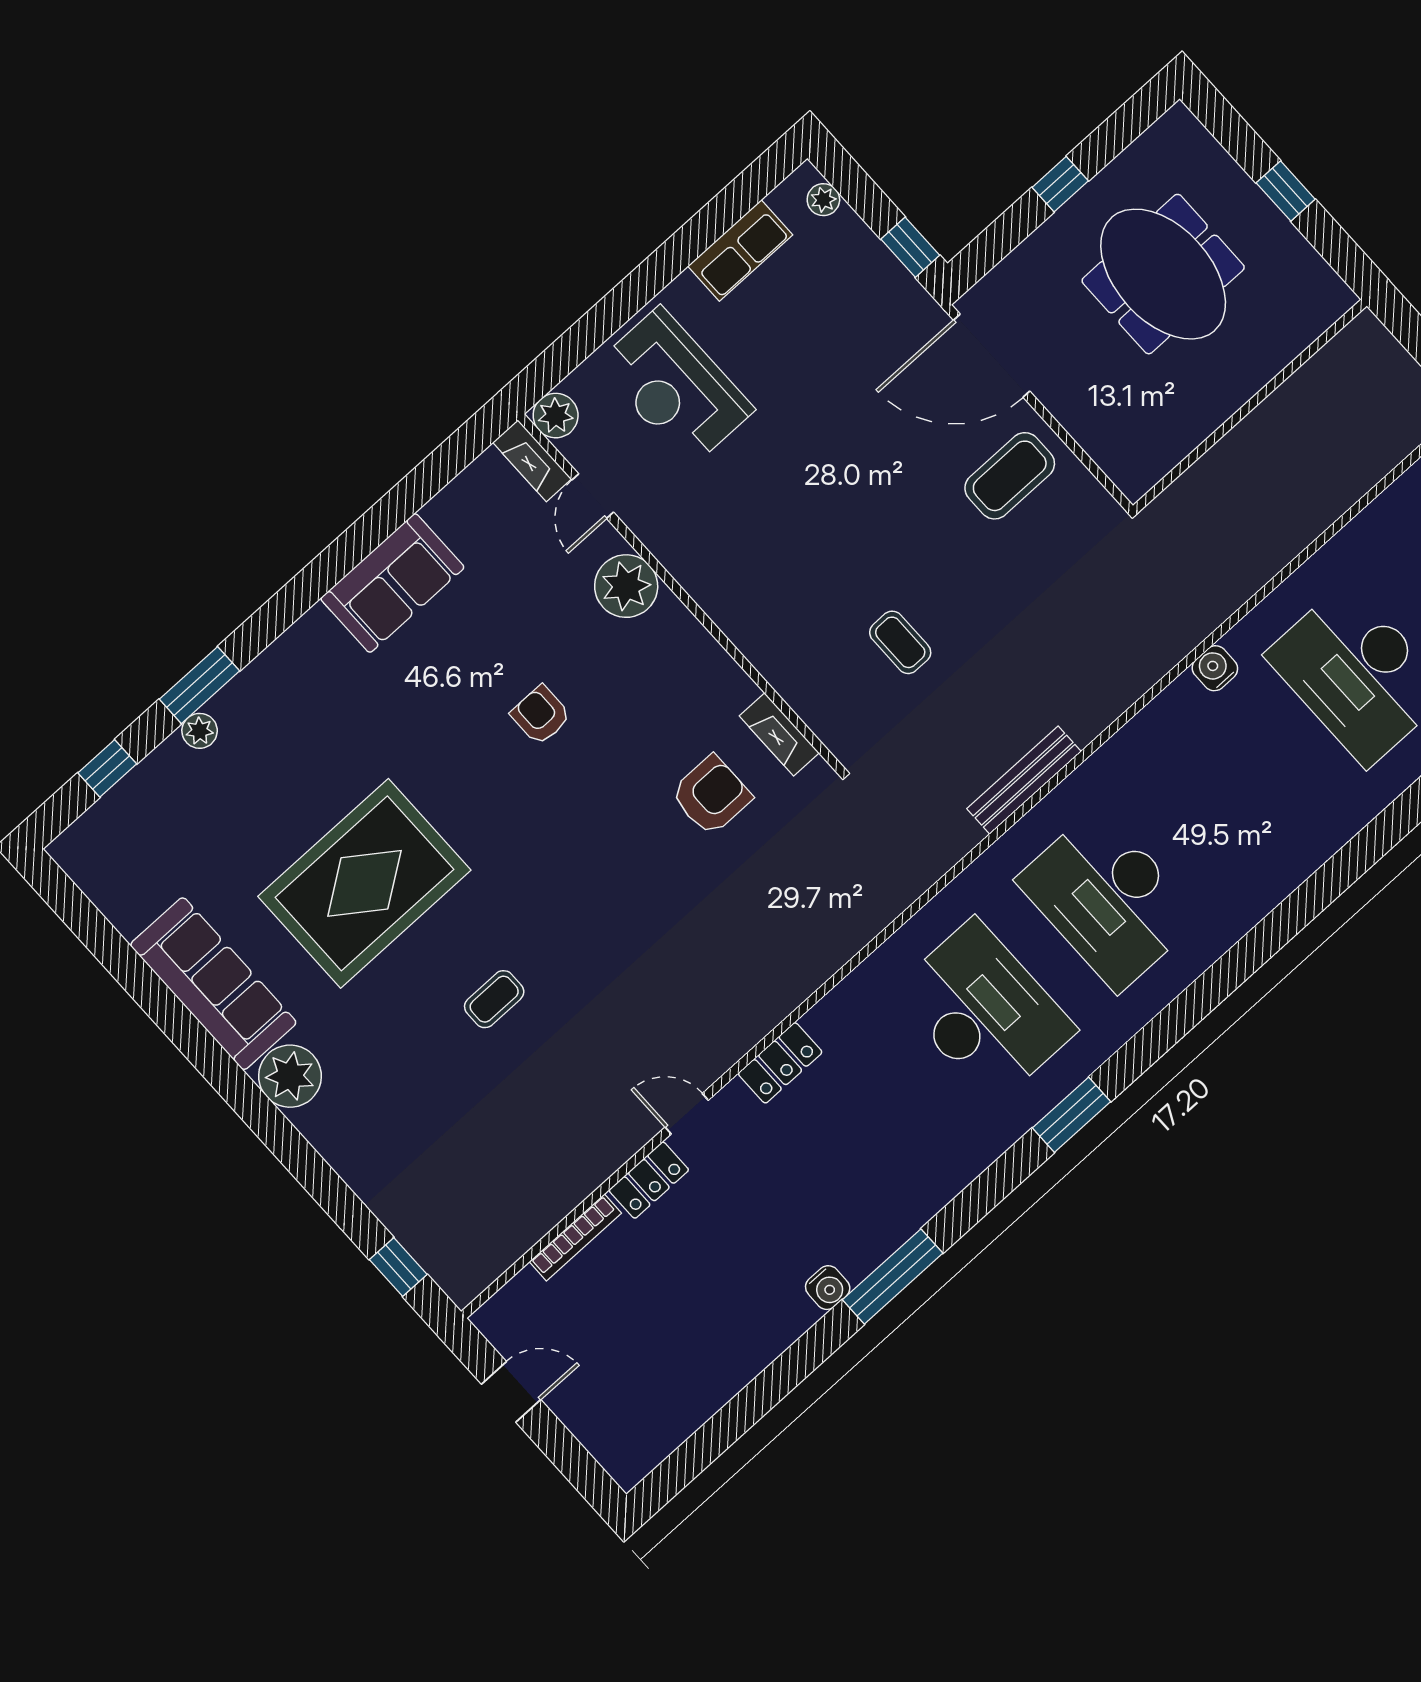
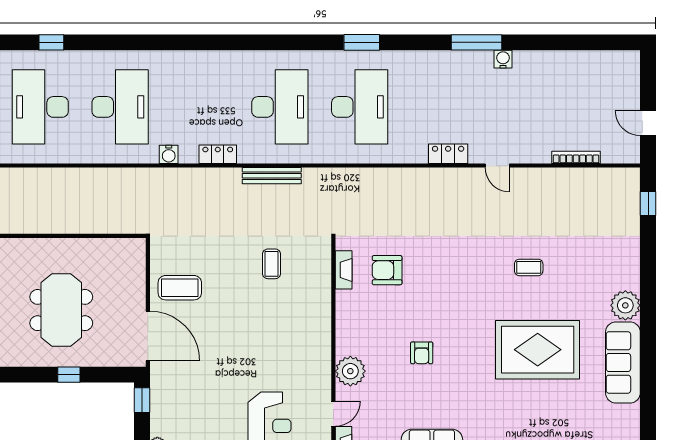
desk: (984, 1011) -> (360, 107), turned 180
locker: (649, 1180) -> (218, 154), moved

